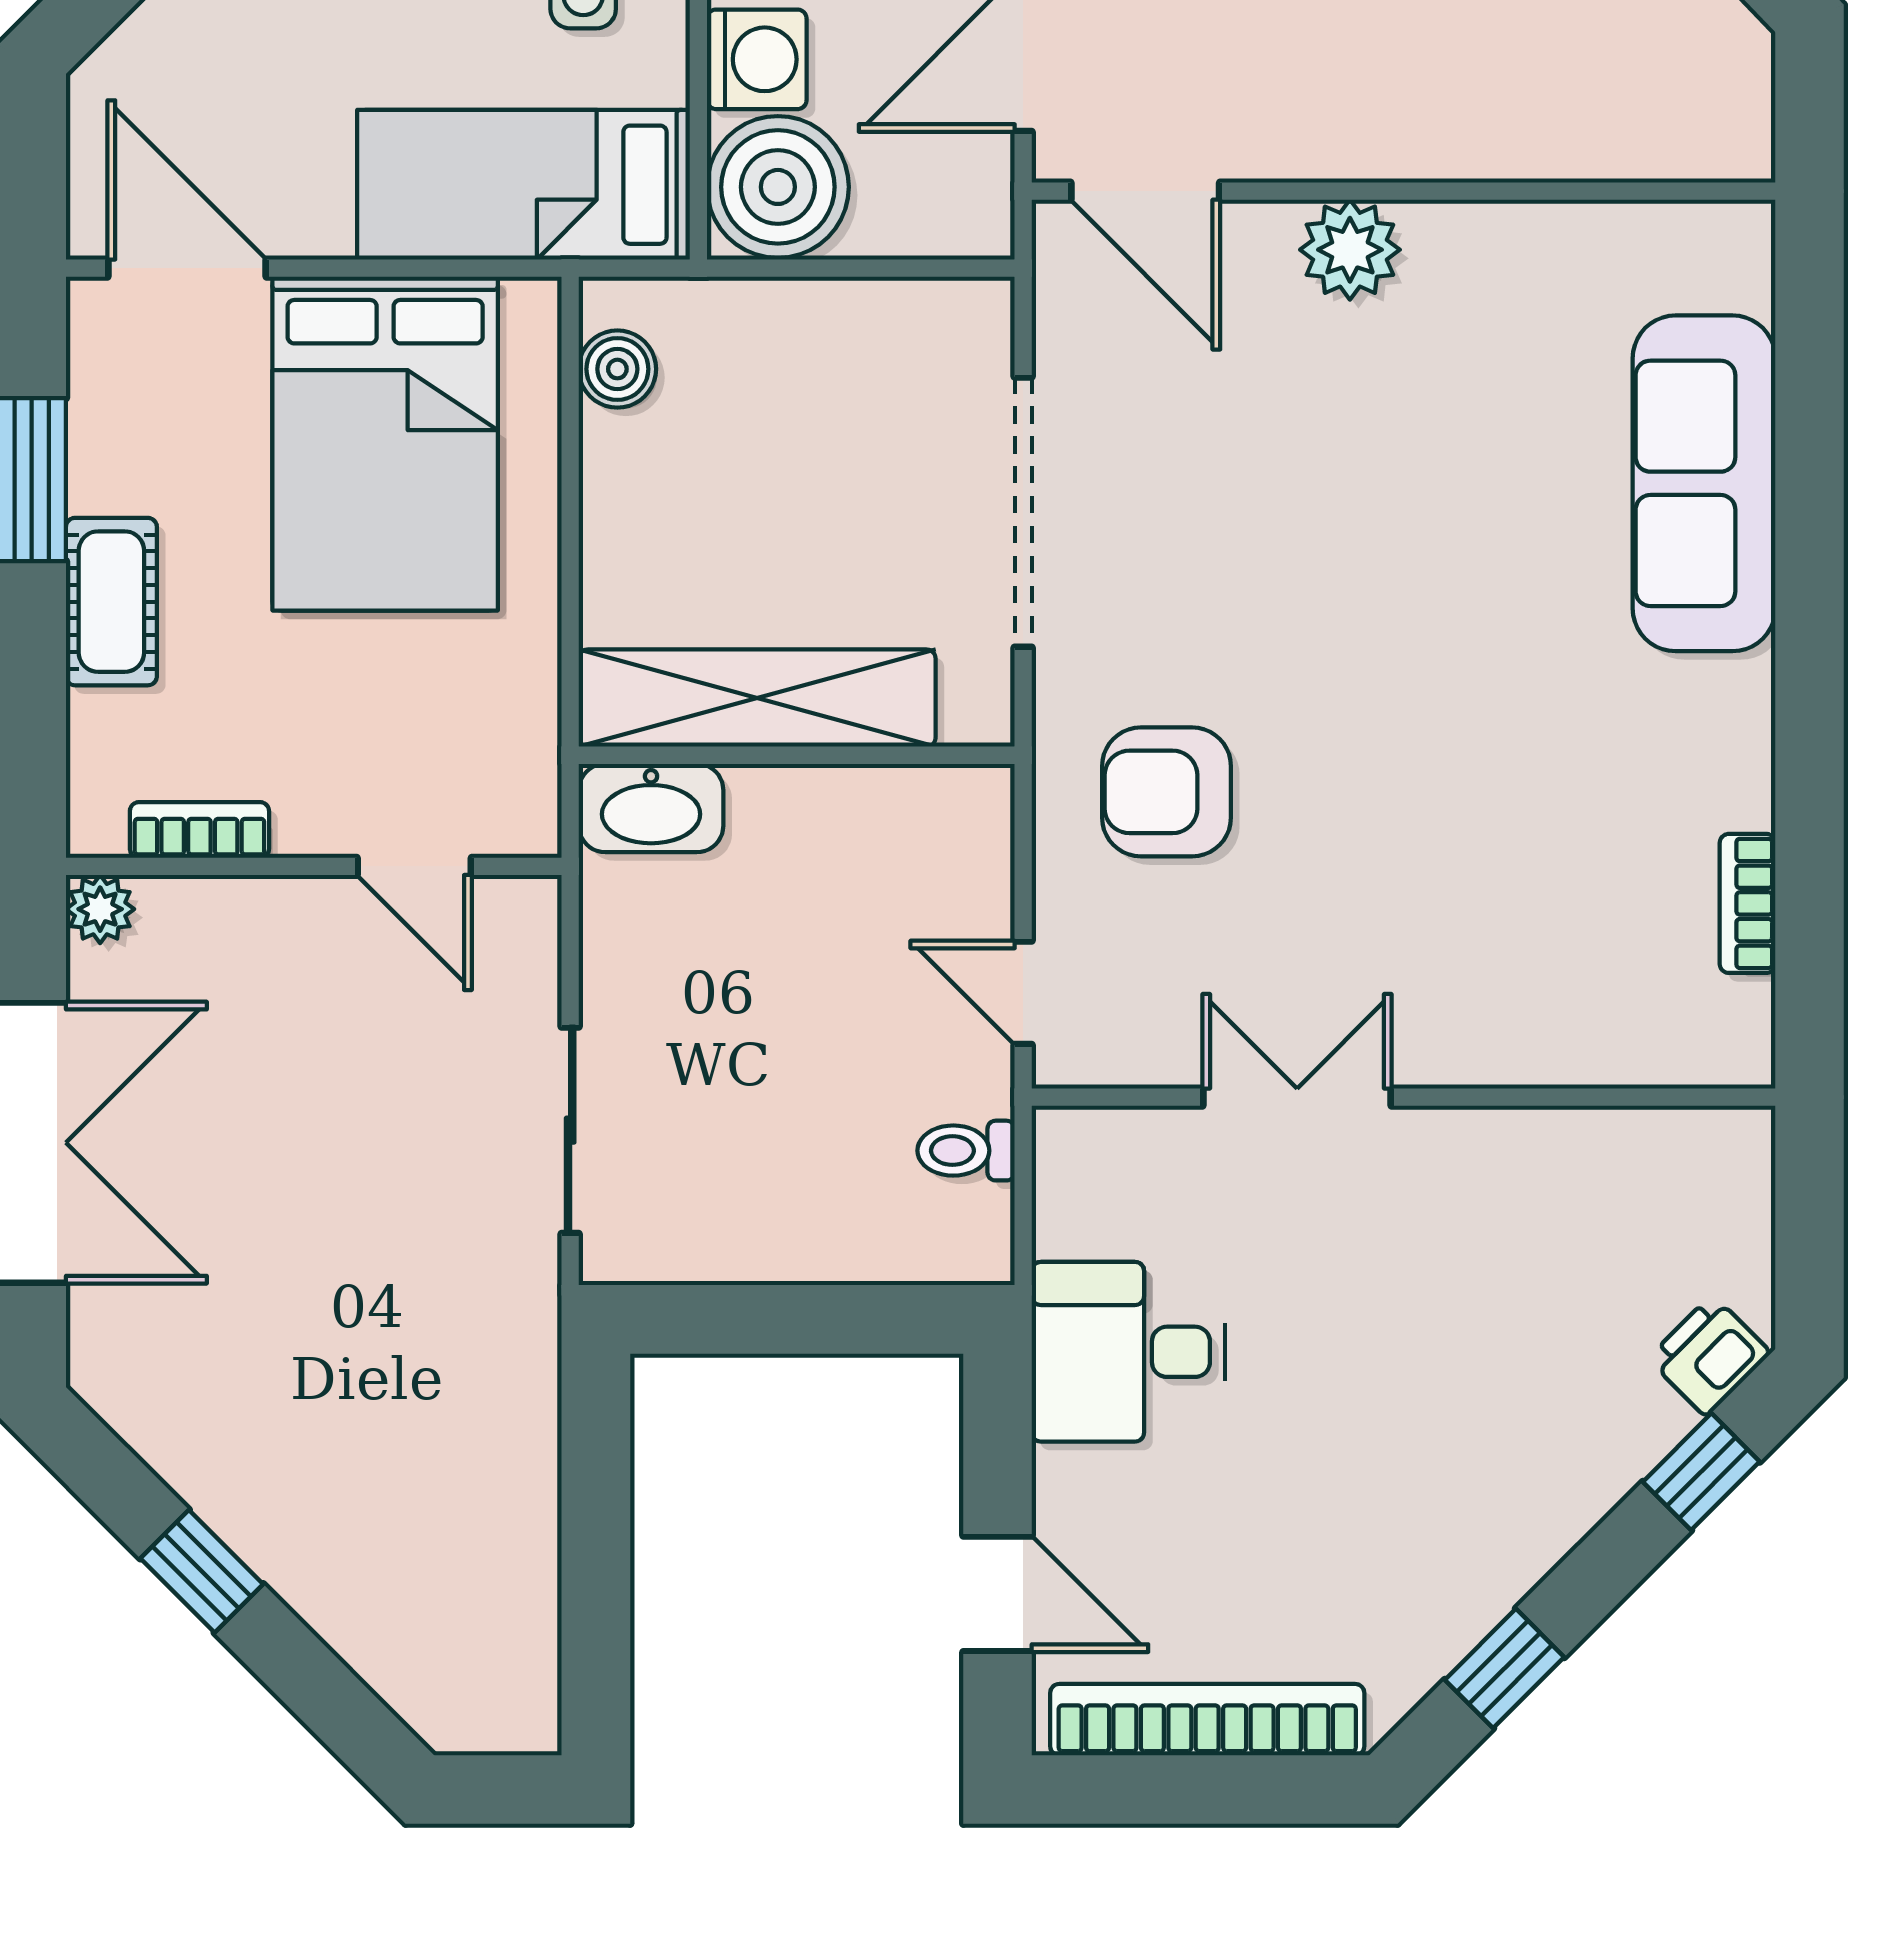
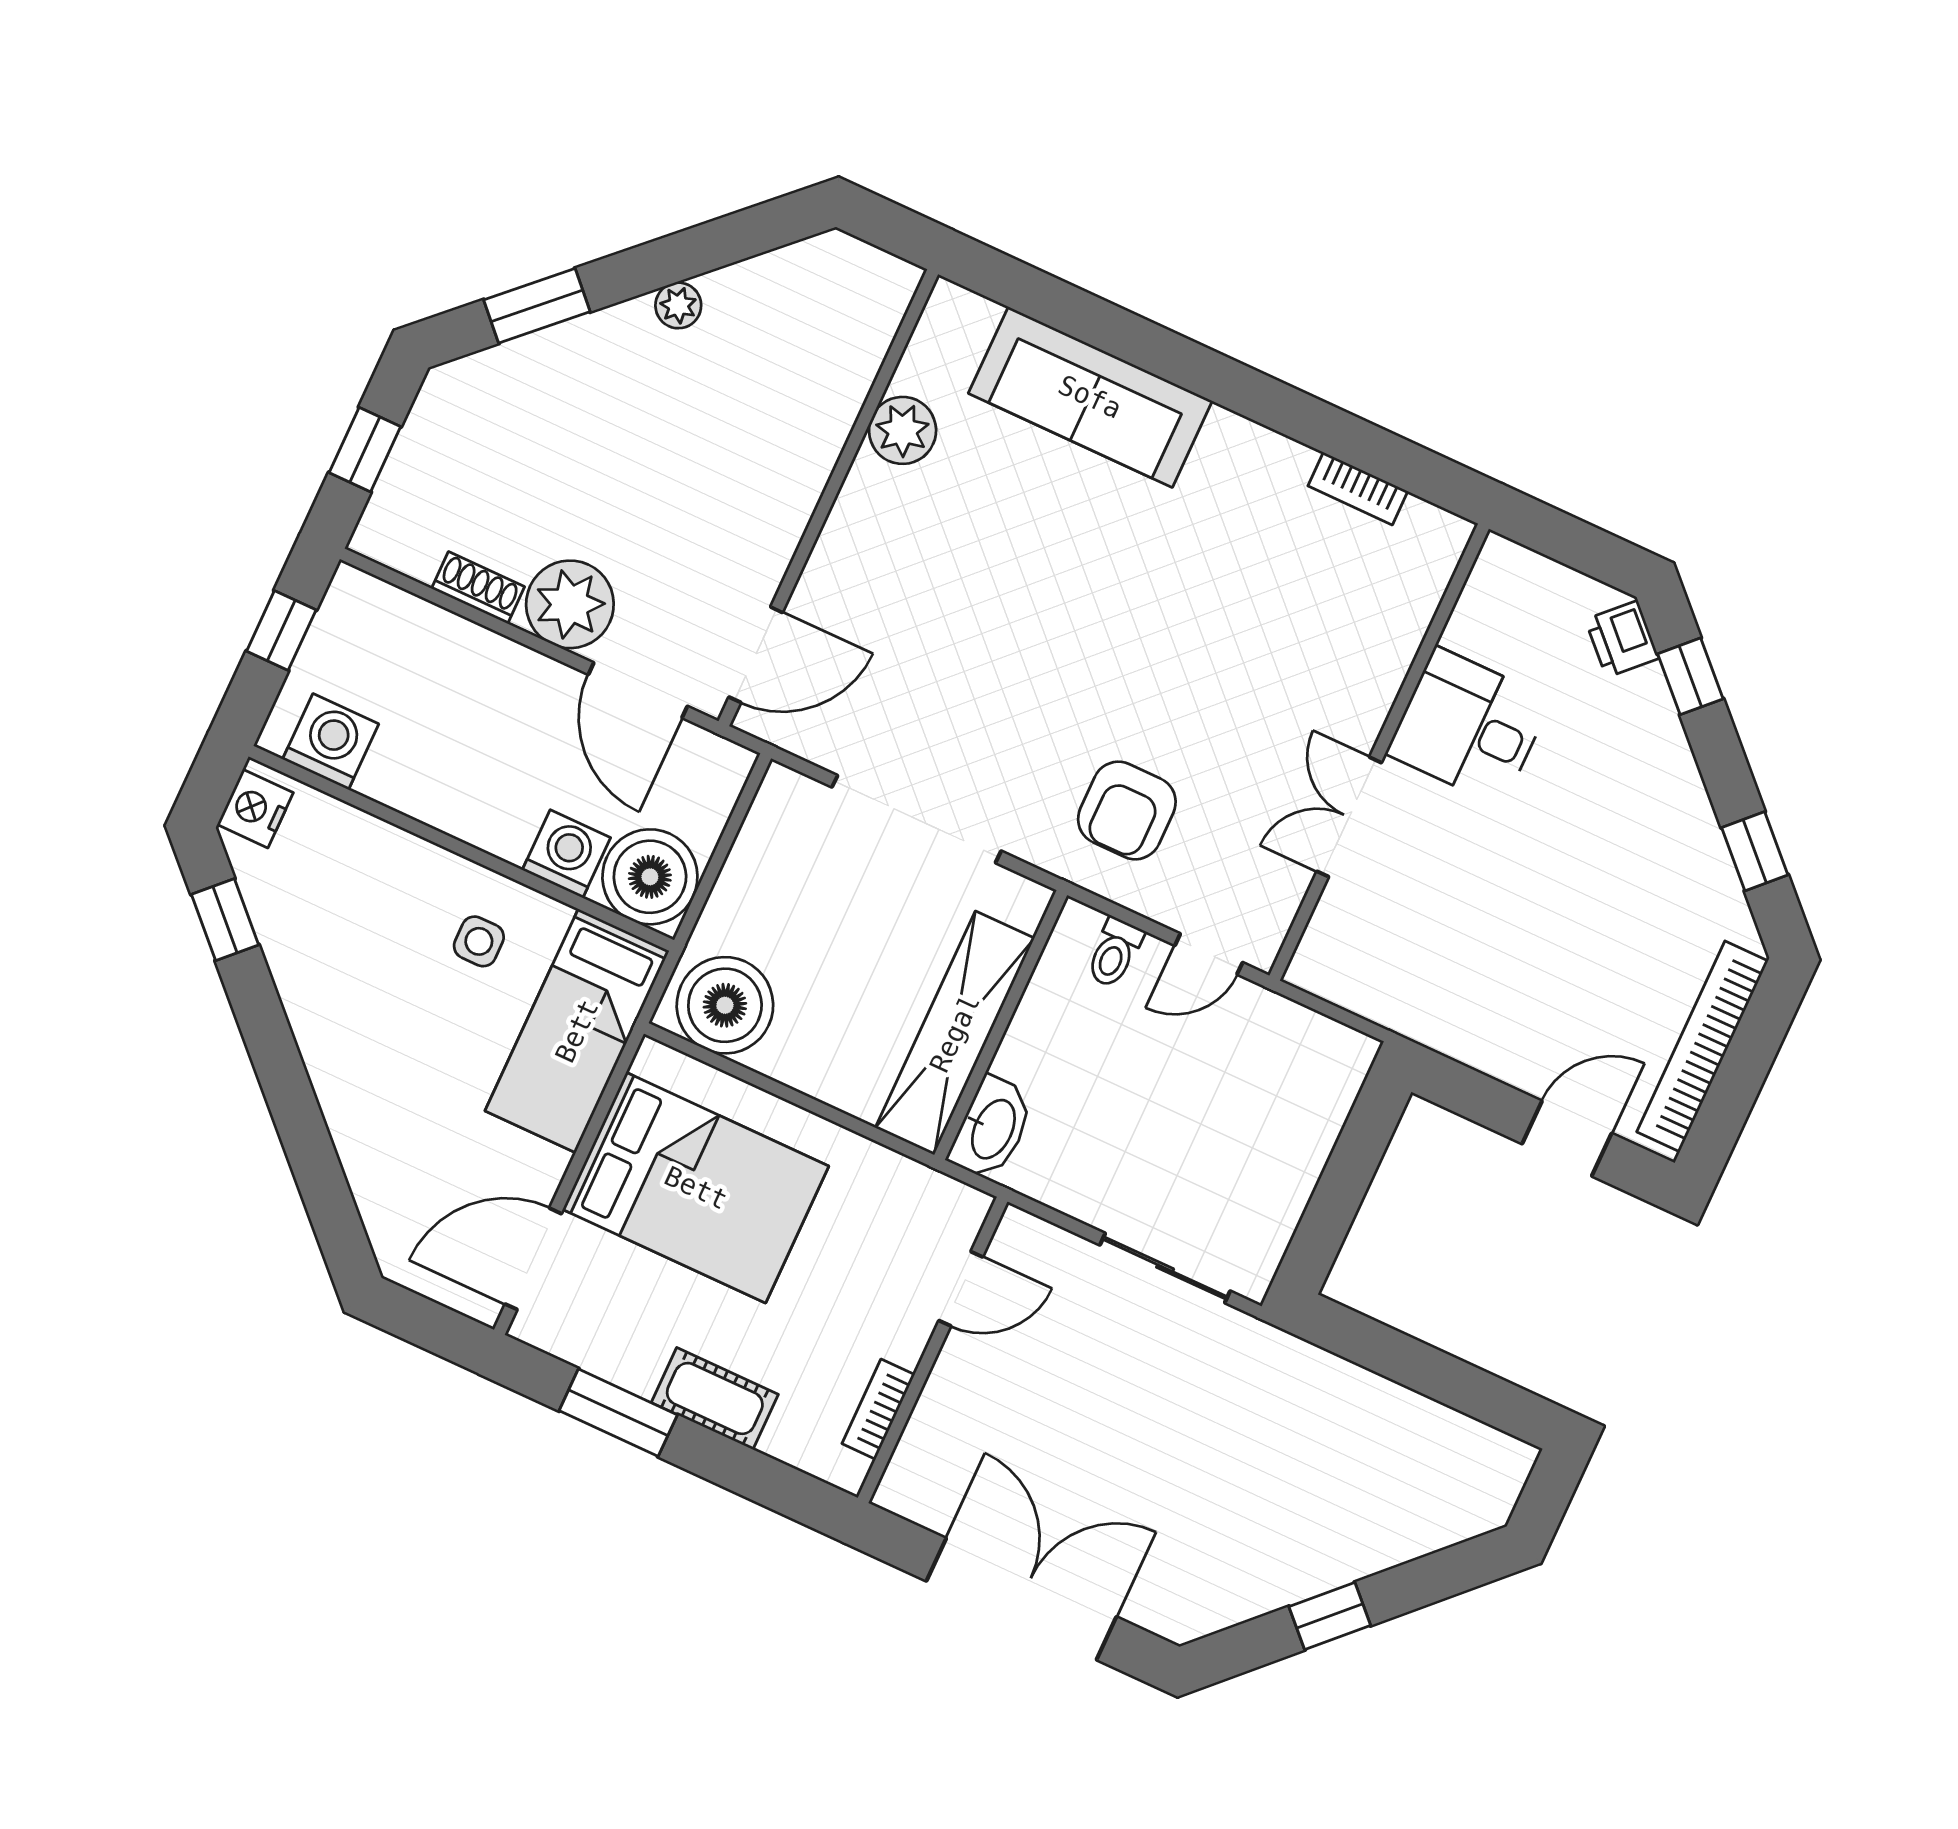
plant: (1350, 250) -> (903, 430), moved
boiler: (617, 369) -> (725, 1005), width x1.86, depth x1.86
plant: (100, 909) -> (899, 1492), removed
toilet: (966, 1151) -> (1114, 953), moved
desk: (1129, 1352) -> (1469, 727), moved, turned 90

